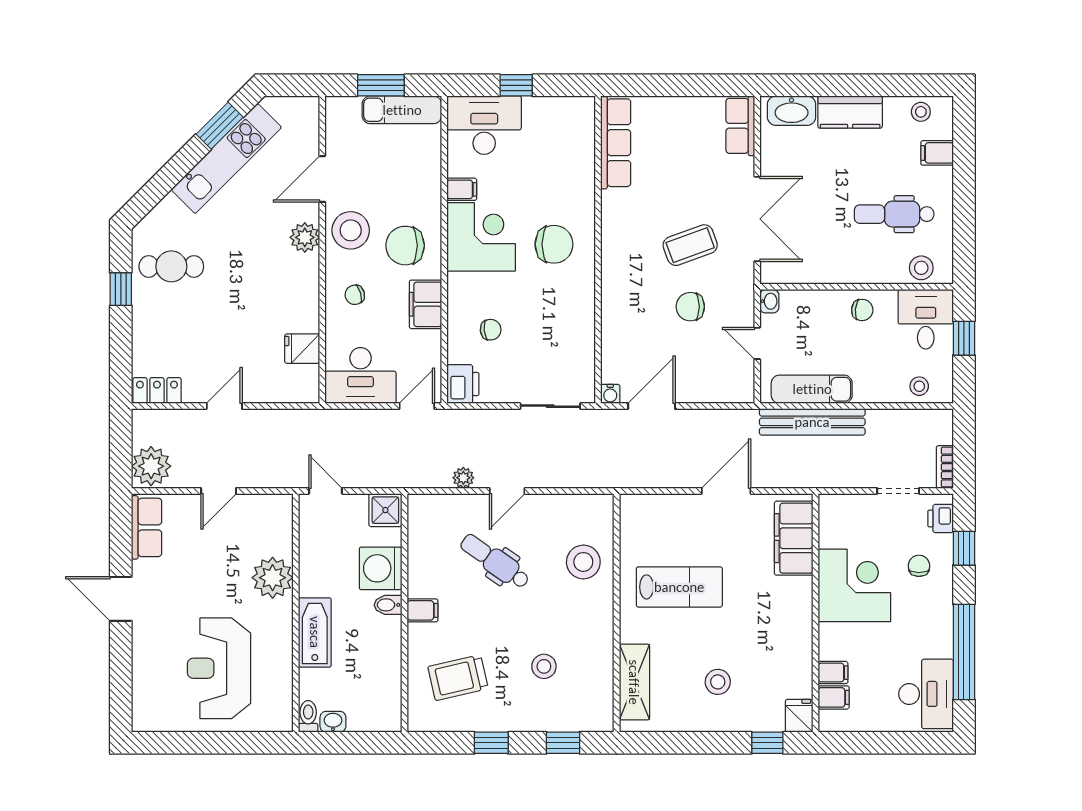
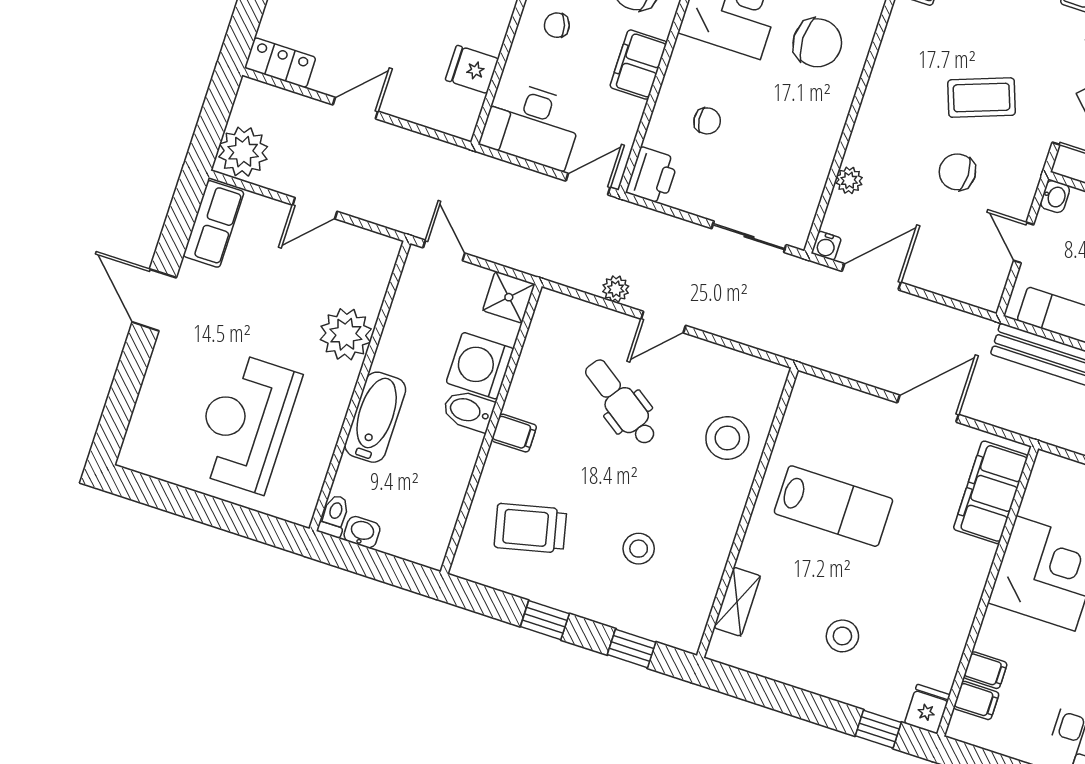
plant: (611, 339) -> (849, 180), added
bidet: (388, 605) -> (468, 411), width x1.38, depth x1.36
shelving: (634, 682) -> (737, 602), width x0.67, depth x0.75

